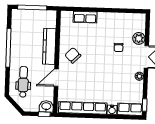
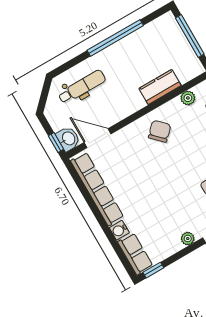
plant: (65, 29) -> (188, 98), added
kitchen counter: (49, 46) -> (160, 87), width x0.67
door: (56, 78) -> (98, 138), moved

